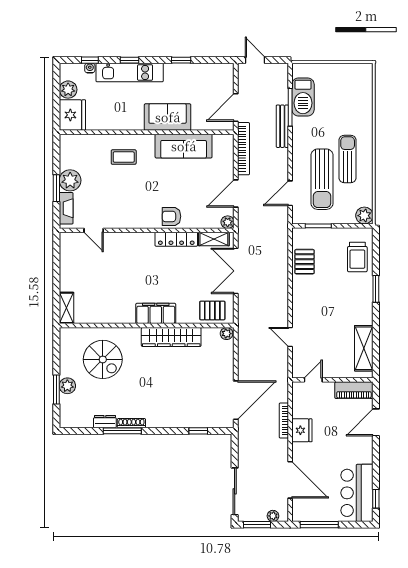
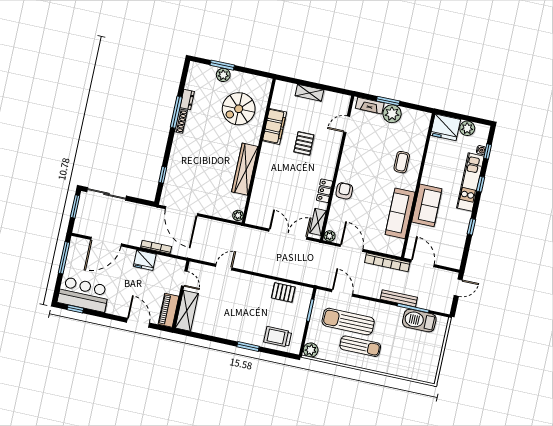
locker: (176, 239) -> (325, 191), width x0.66
shelving: (66, 308) -> (309, 93), moved
pallet: (212, 310) -> (304, 143), moved
filing cabinet: (156, 313) -> (275, 126), moved
shelving: (364, 348) -> (187, 311), moved, turned 90
plant: (273, 516) -> (79, 221), removed

